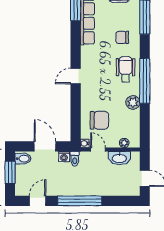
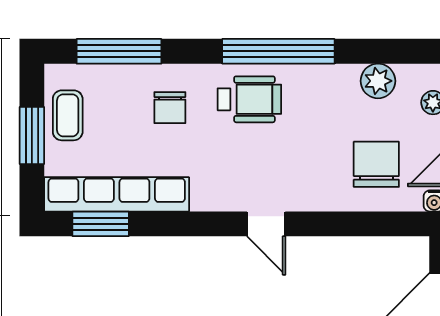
wheelchair: (126, 69) -> (249, 99), turned 180
plant: (133, 102) -> (378, 81), moved

